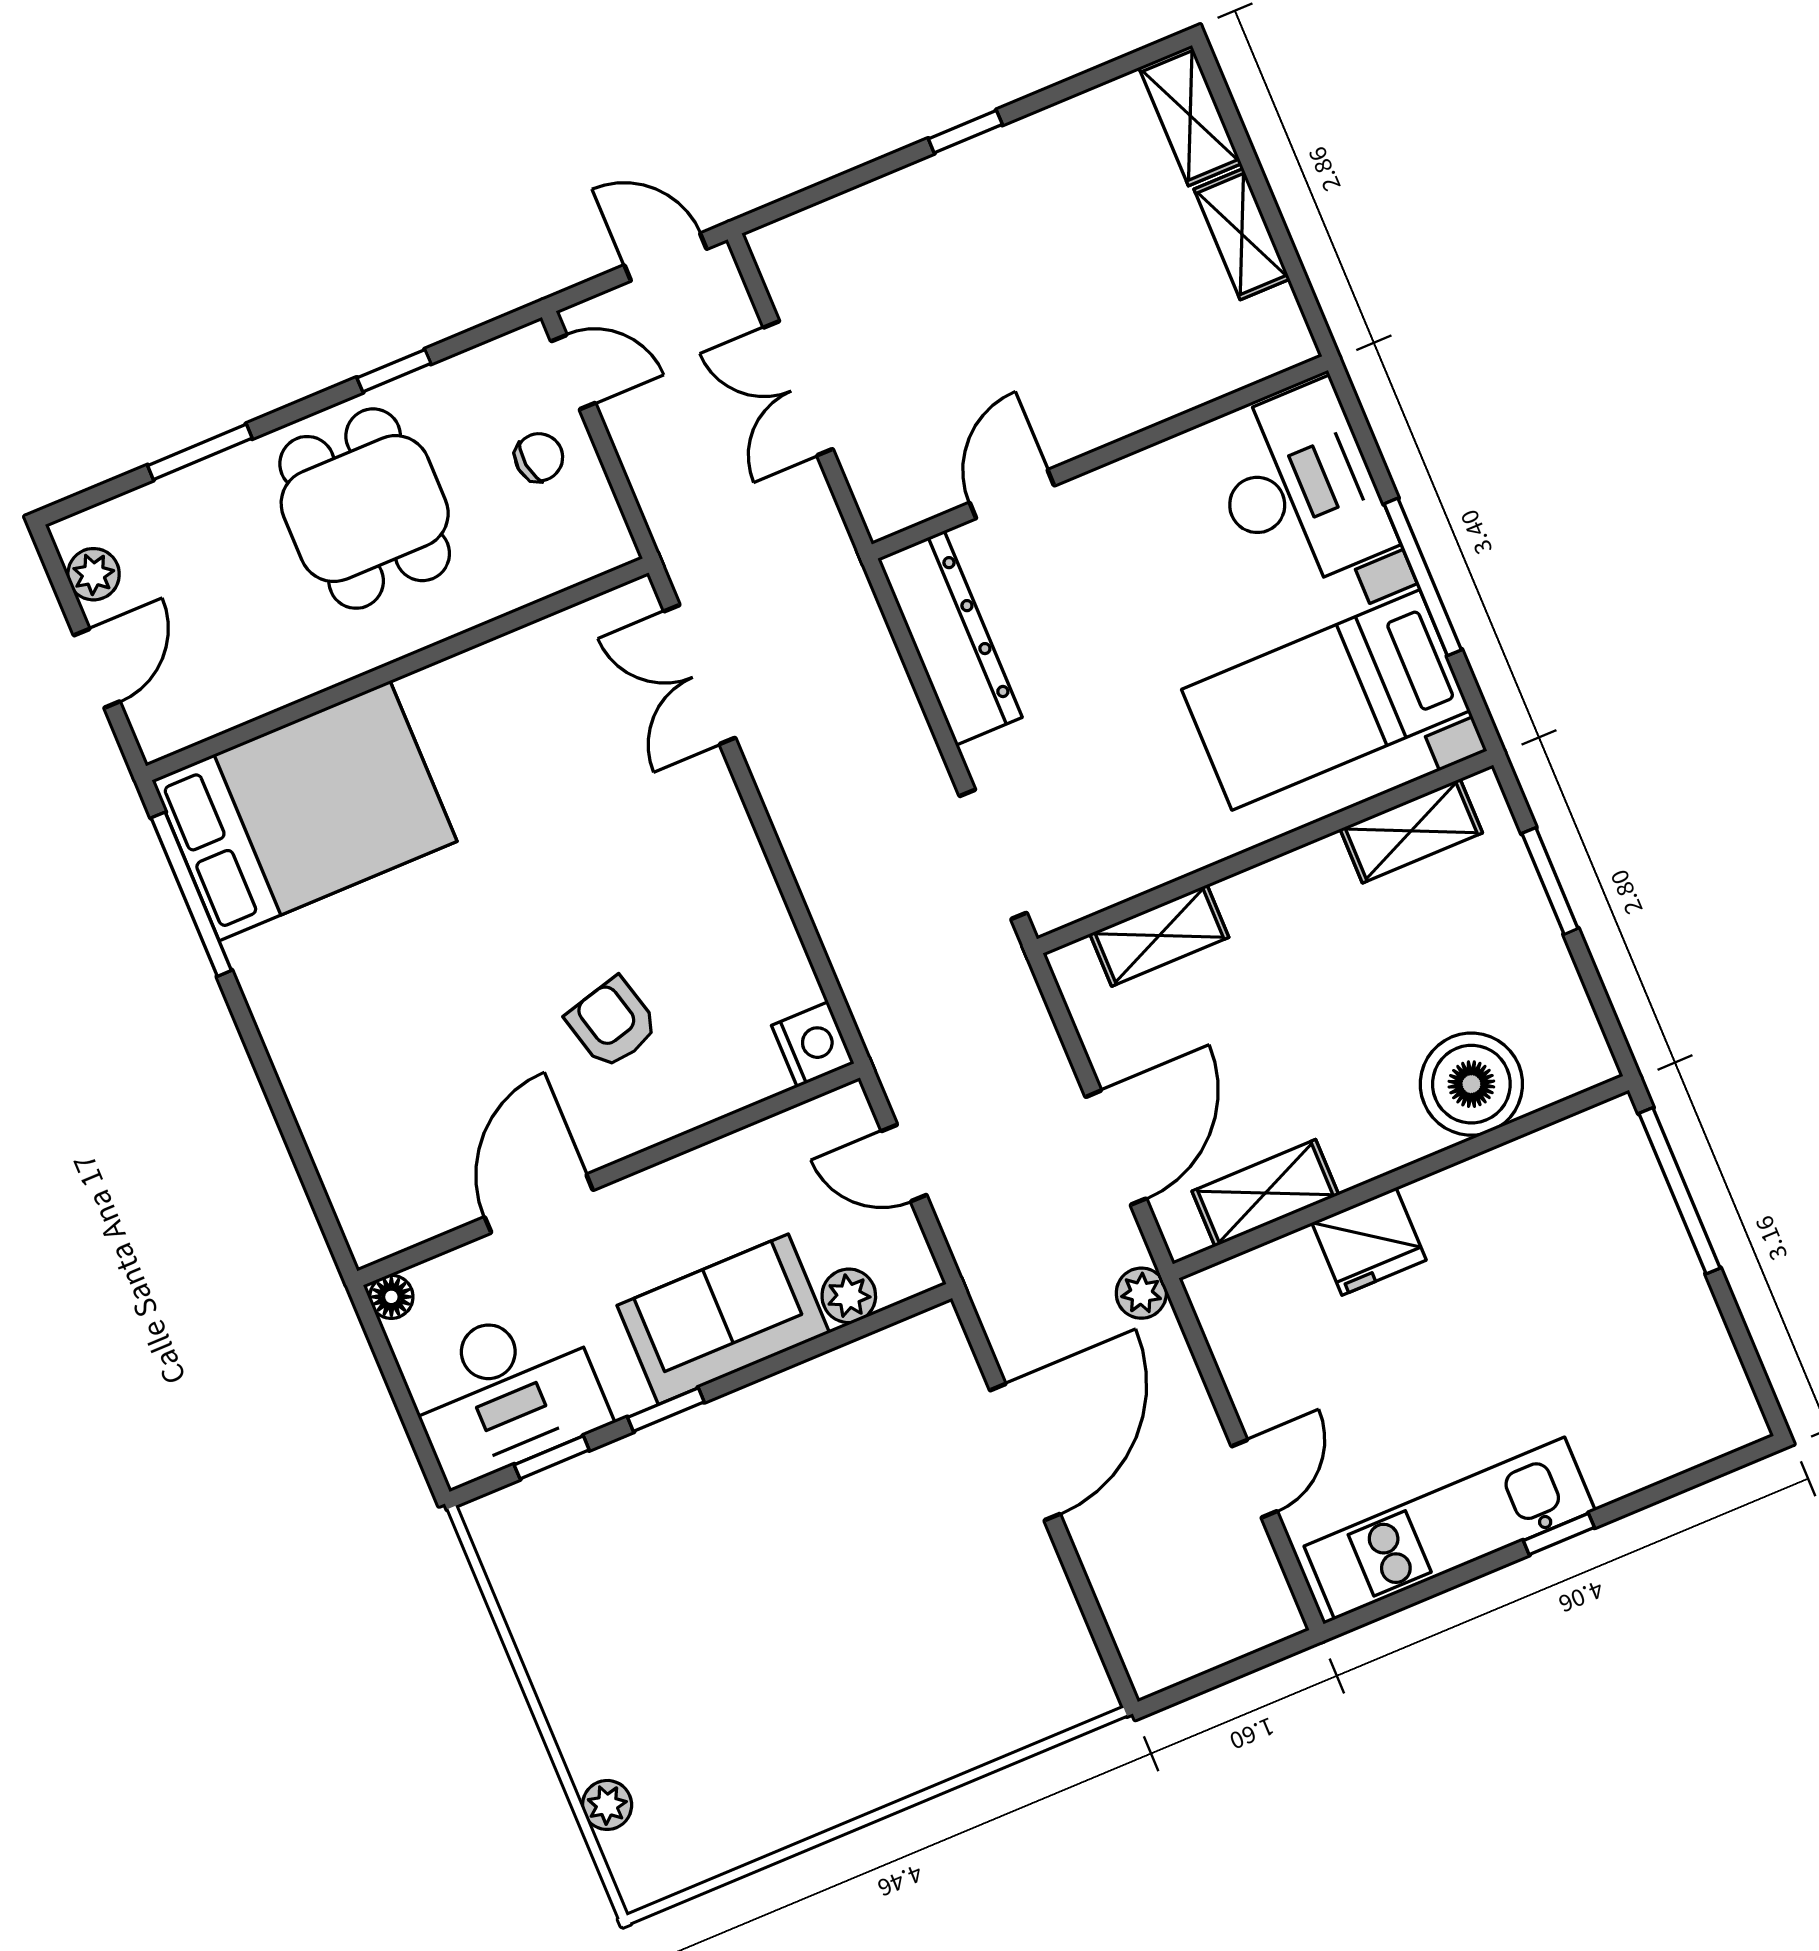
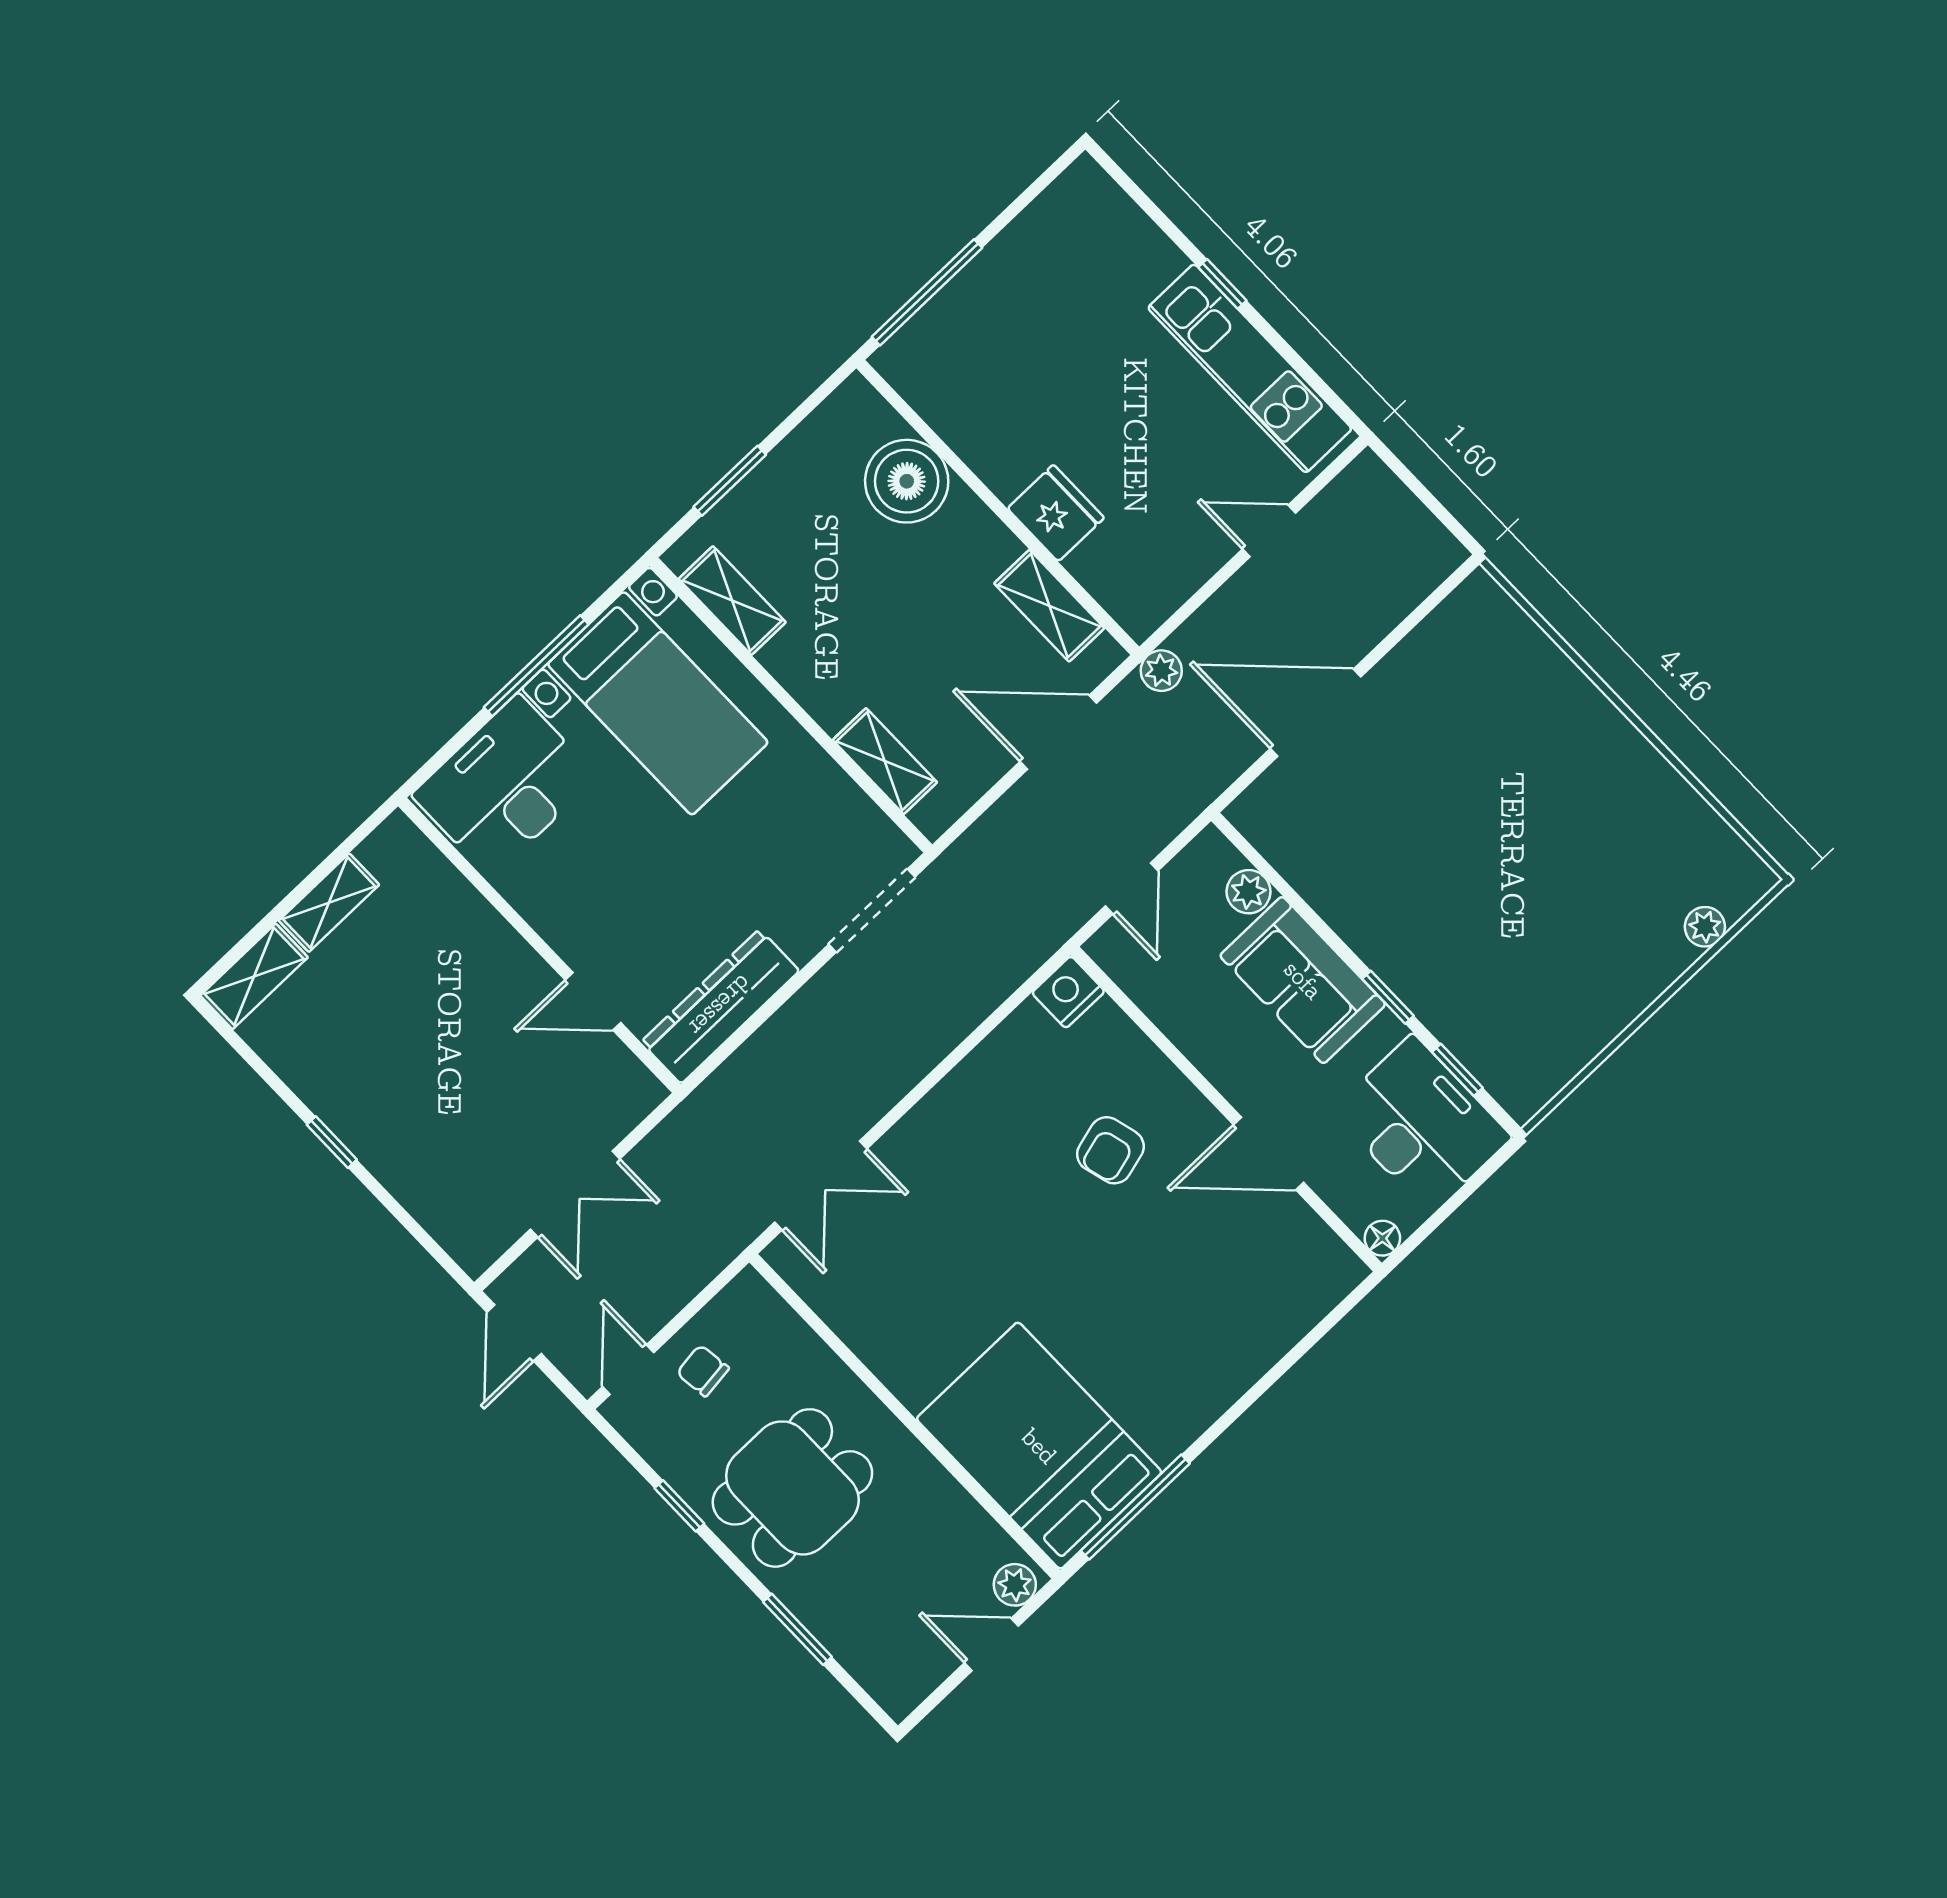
plant: (94, 574) -> (1015, 1585), moved

